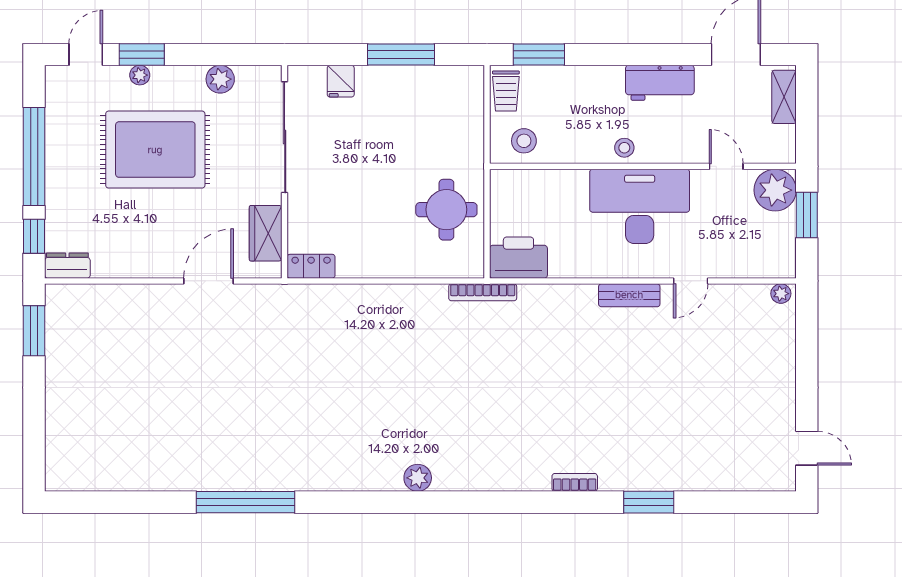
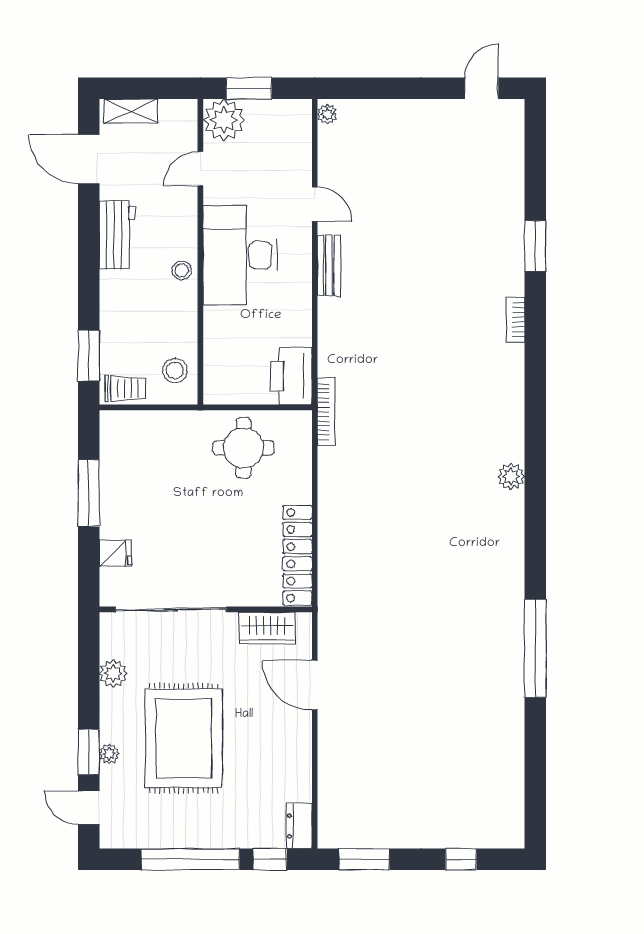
locker: (311, 266) -> (297, 555), width x2.16, depth x1.21
window: (34, 428) -> (461, 859), added

